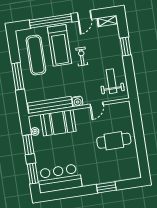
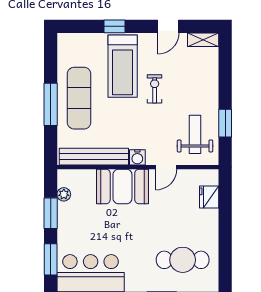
window: (51, 21) -> (115, 26), width x0.32
window: (126, 46) -> (225, 123), moved
exercise mat: (36, 55) -> (79, 98), moved
fridge: (126, 119) -> (209, 197), added
booth: (58, 123) -> (122, 186), moved
cafe table: (114, 141) -> (183, 260), moved

